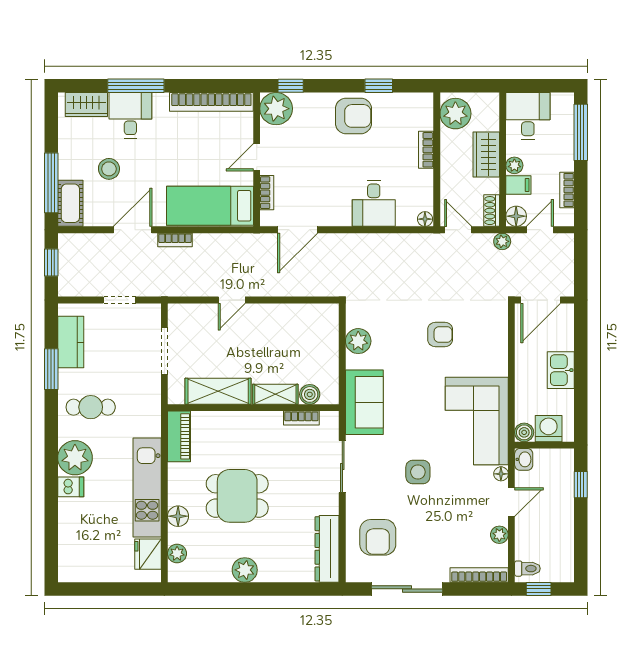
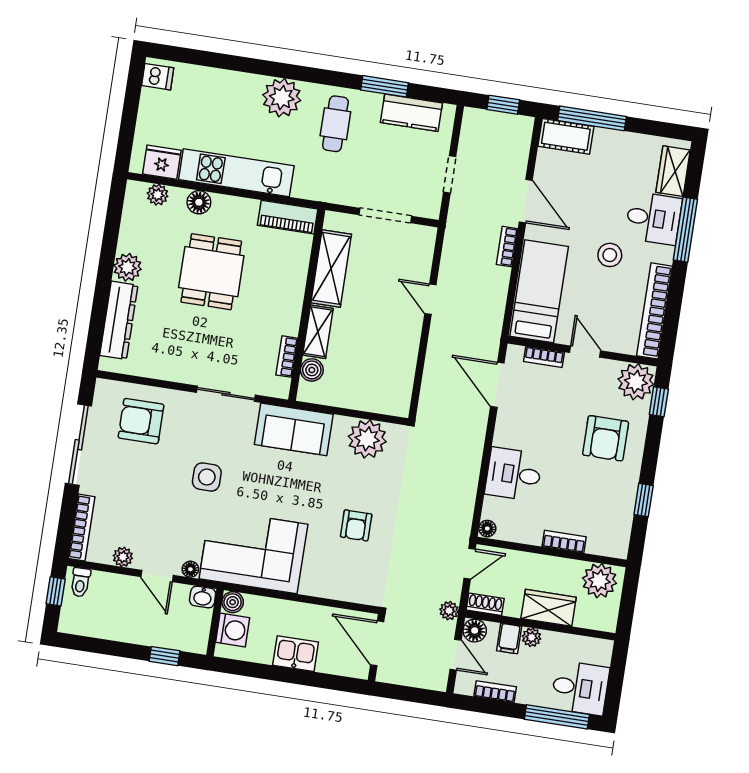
armchair: (353, 116) -> (606, 438), moved
desk: (528, 116) -> (580, 688), moved
stool: (109, 169) -> (610, 255), moved
plant: (358, 341) -> (367, 439), width x1.36, depth x1.36
dishwasher: (71, 487) -> (158, 77), moved, turned -90
dresser: (327, 549) -> (119, 320), moved, turned 90

